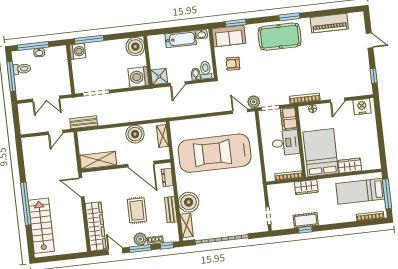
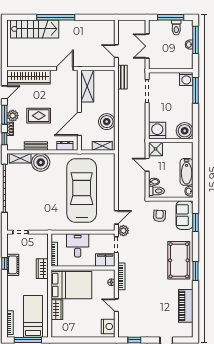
desk: (285, 143) -> (78, 245), moved, turned 180

